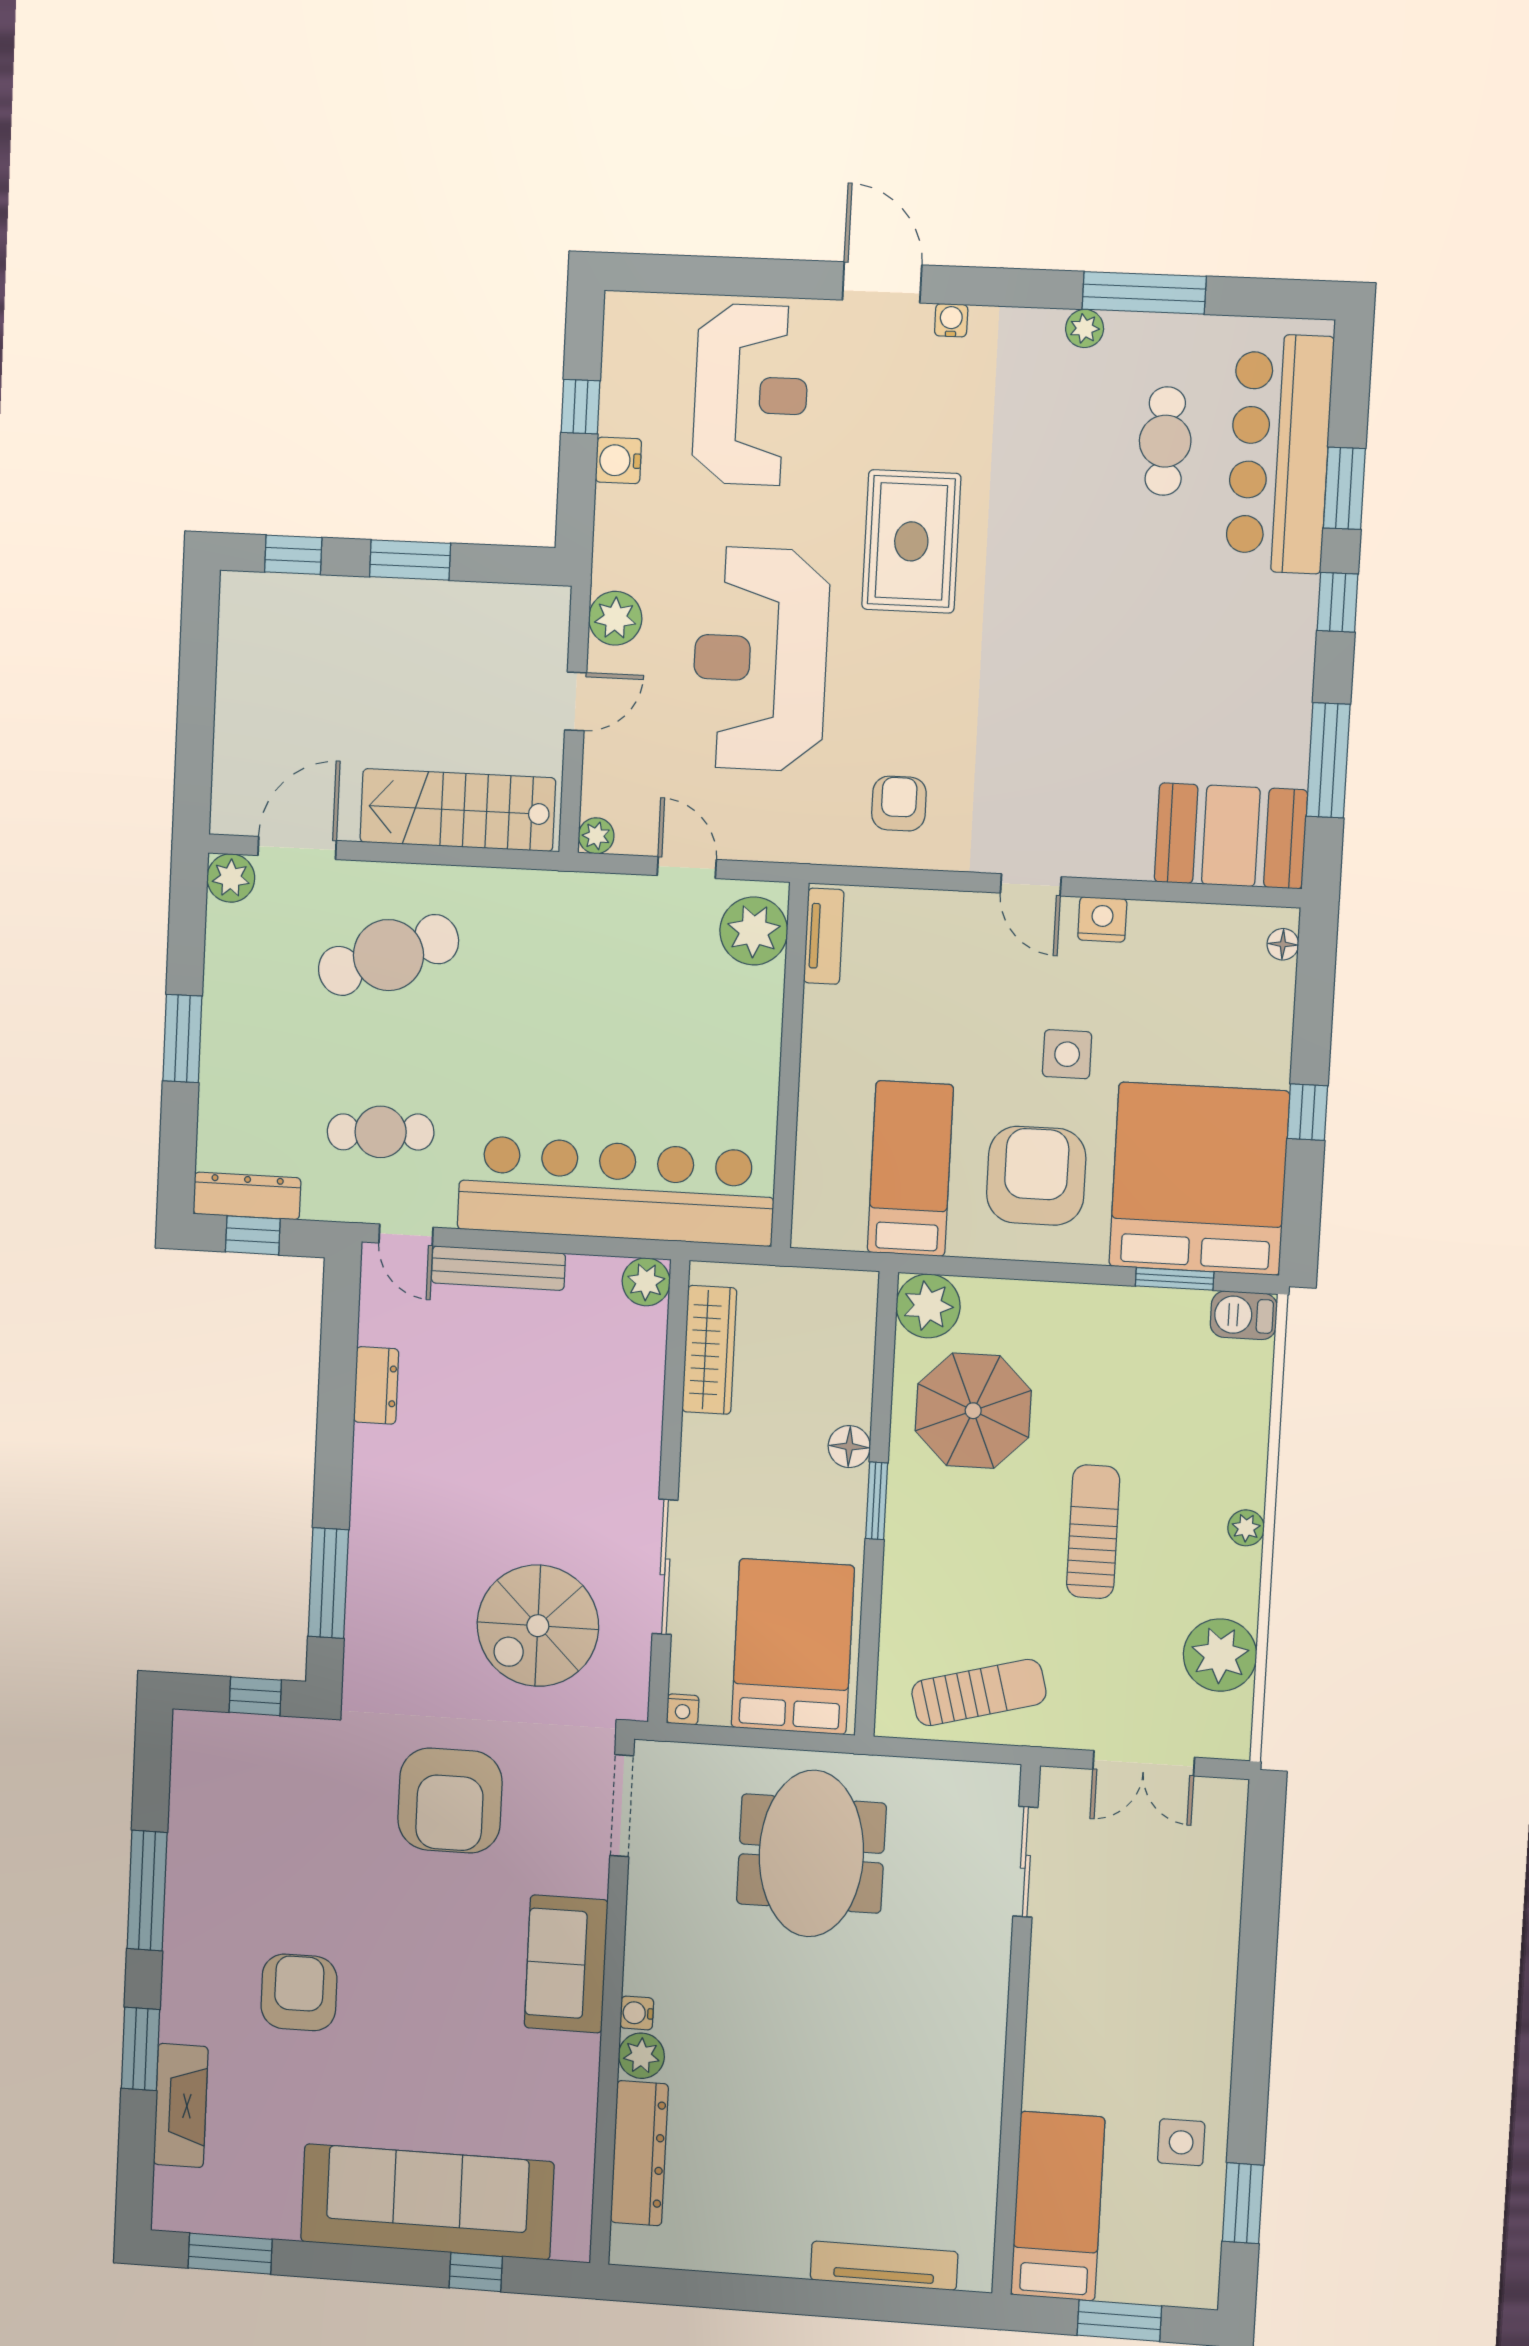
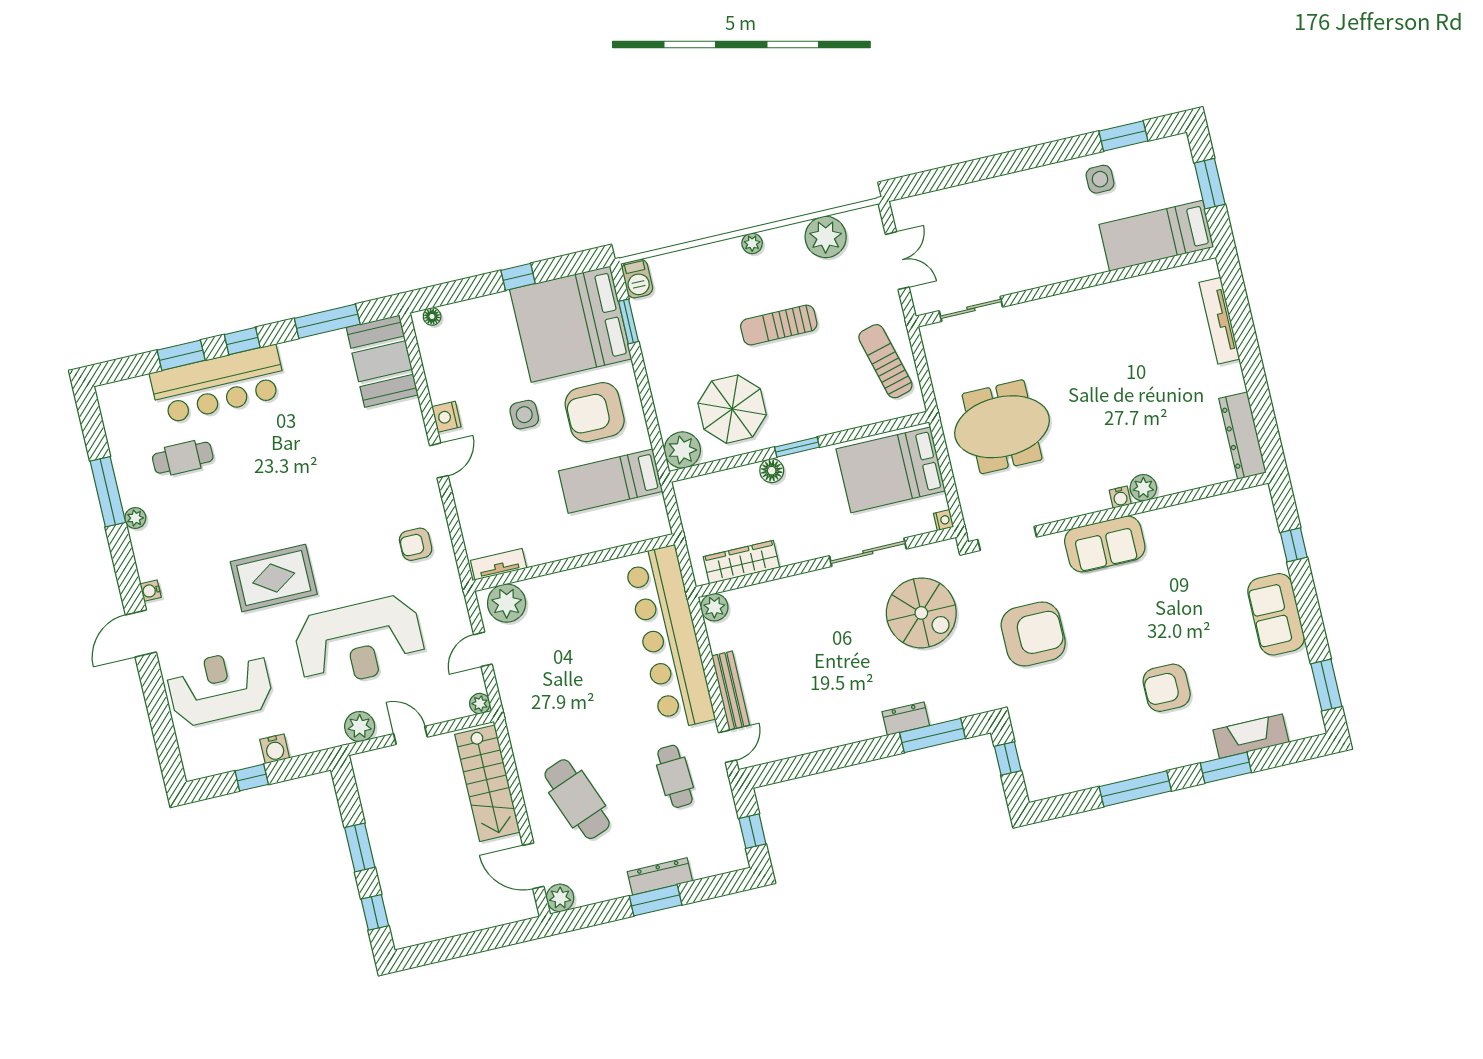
bar counter: (1279, 453) -> (218, 384), moved
dresser: (247, 1196) -> (660, 876), moved, turned 90
dresser: (376, 1385) -> (906, 719), moved
dresser: (639, 2153) -> (1243, 436), moved, turned -90
sofa: (427, 2202) -> (1276, 614), width x0.54, depth x0.79

